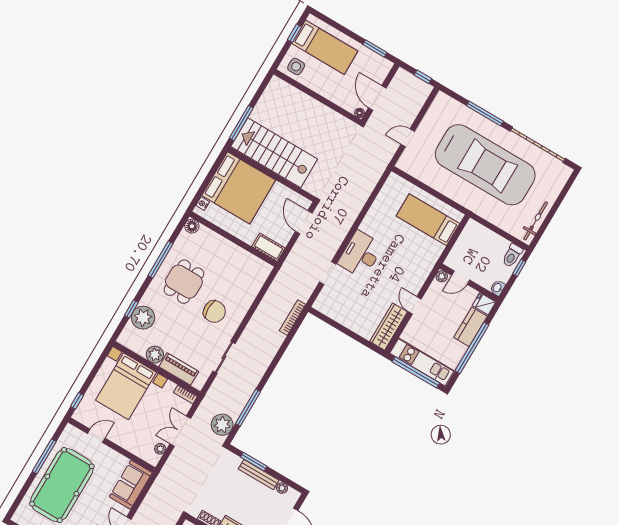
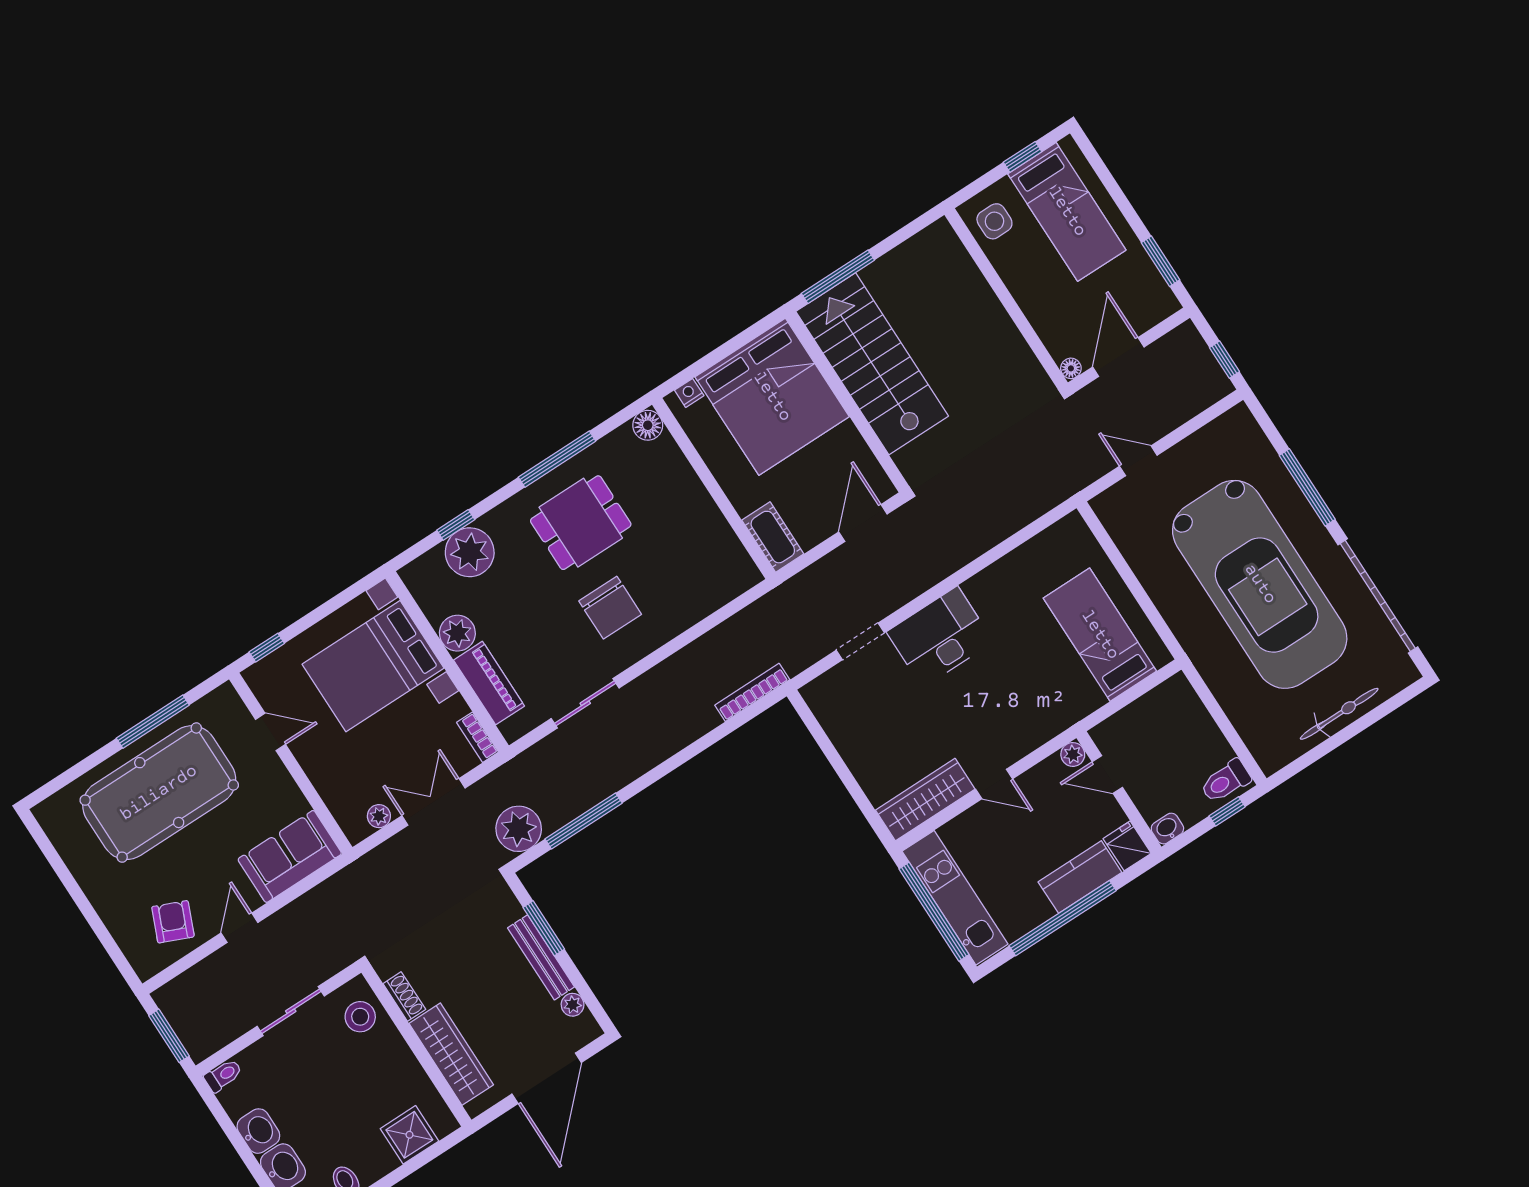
bicycle: (536, 221) -> (1339, 714), moved
door: (415, 305) -> (994, 784), swing flipped

